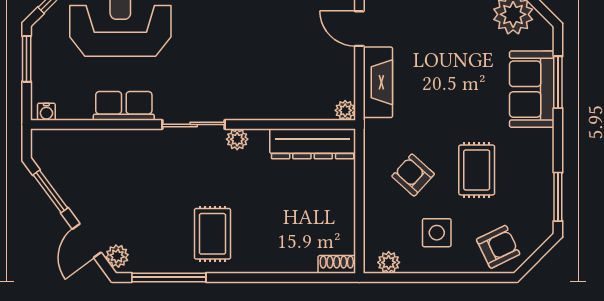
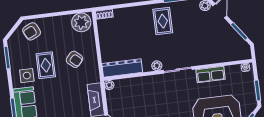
side table: (437, 233) -> (27, 76), moved
plant: (389, 262) -> (81, 22), width x1.88, depth x1.88

